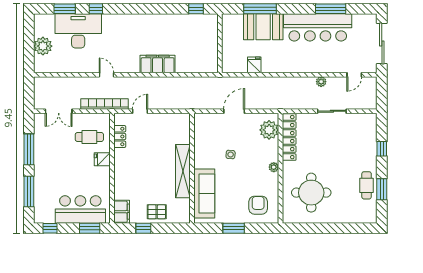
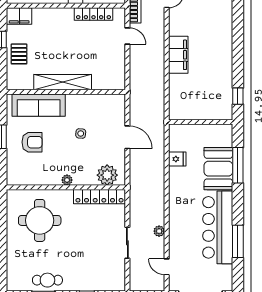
locker: (120, 137) -> (93, 14), width x1.53
armchair: (258, 205) -> (32, 142), moved

